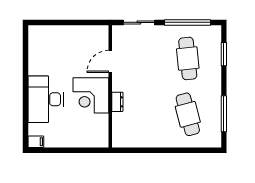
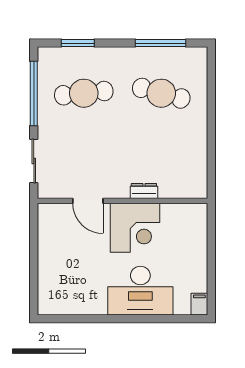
cafe table: (188, 114) -> (161, 93), turned 30

